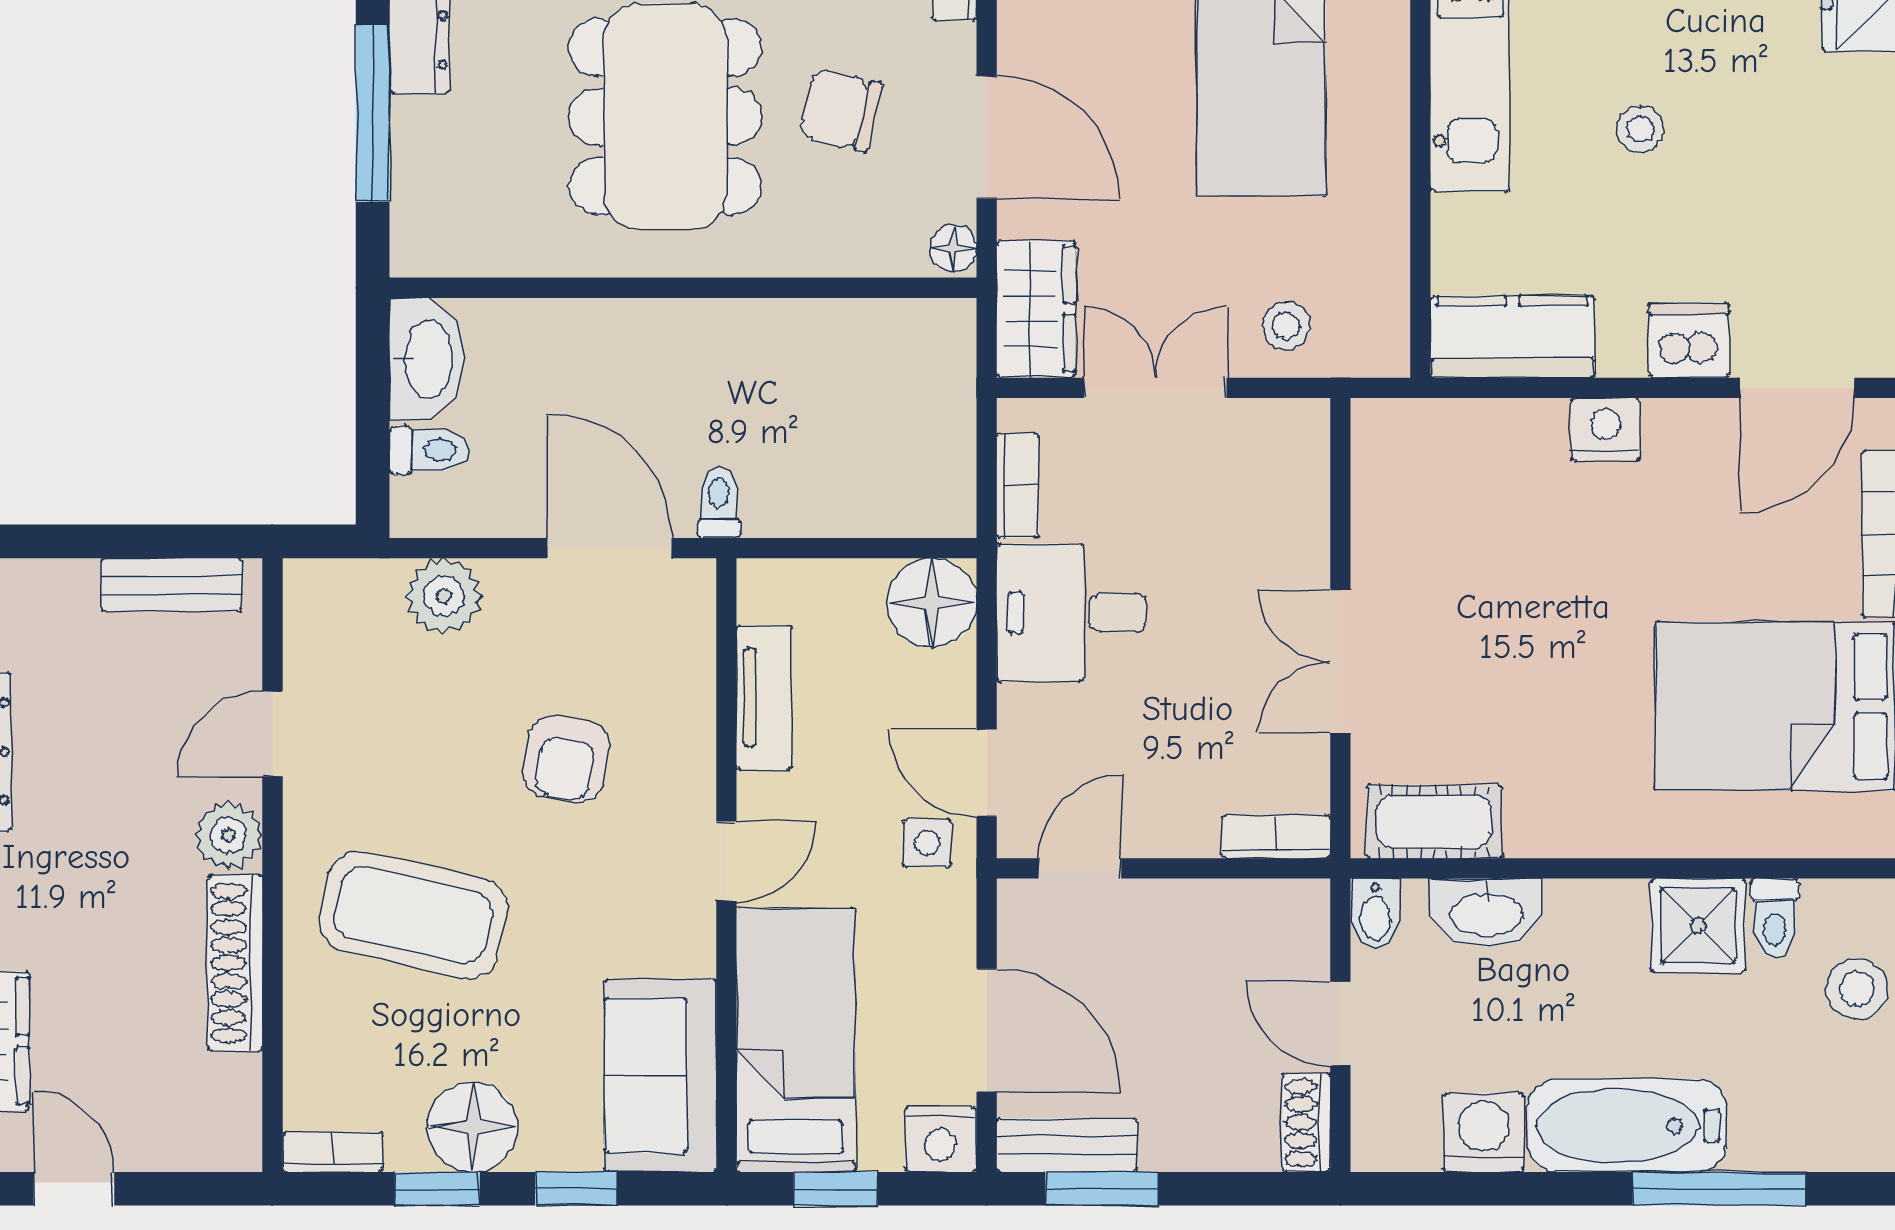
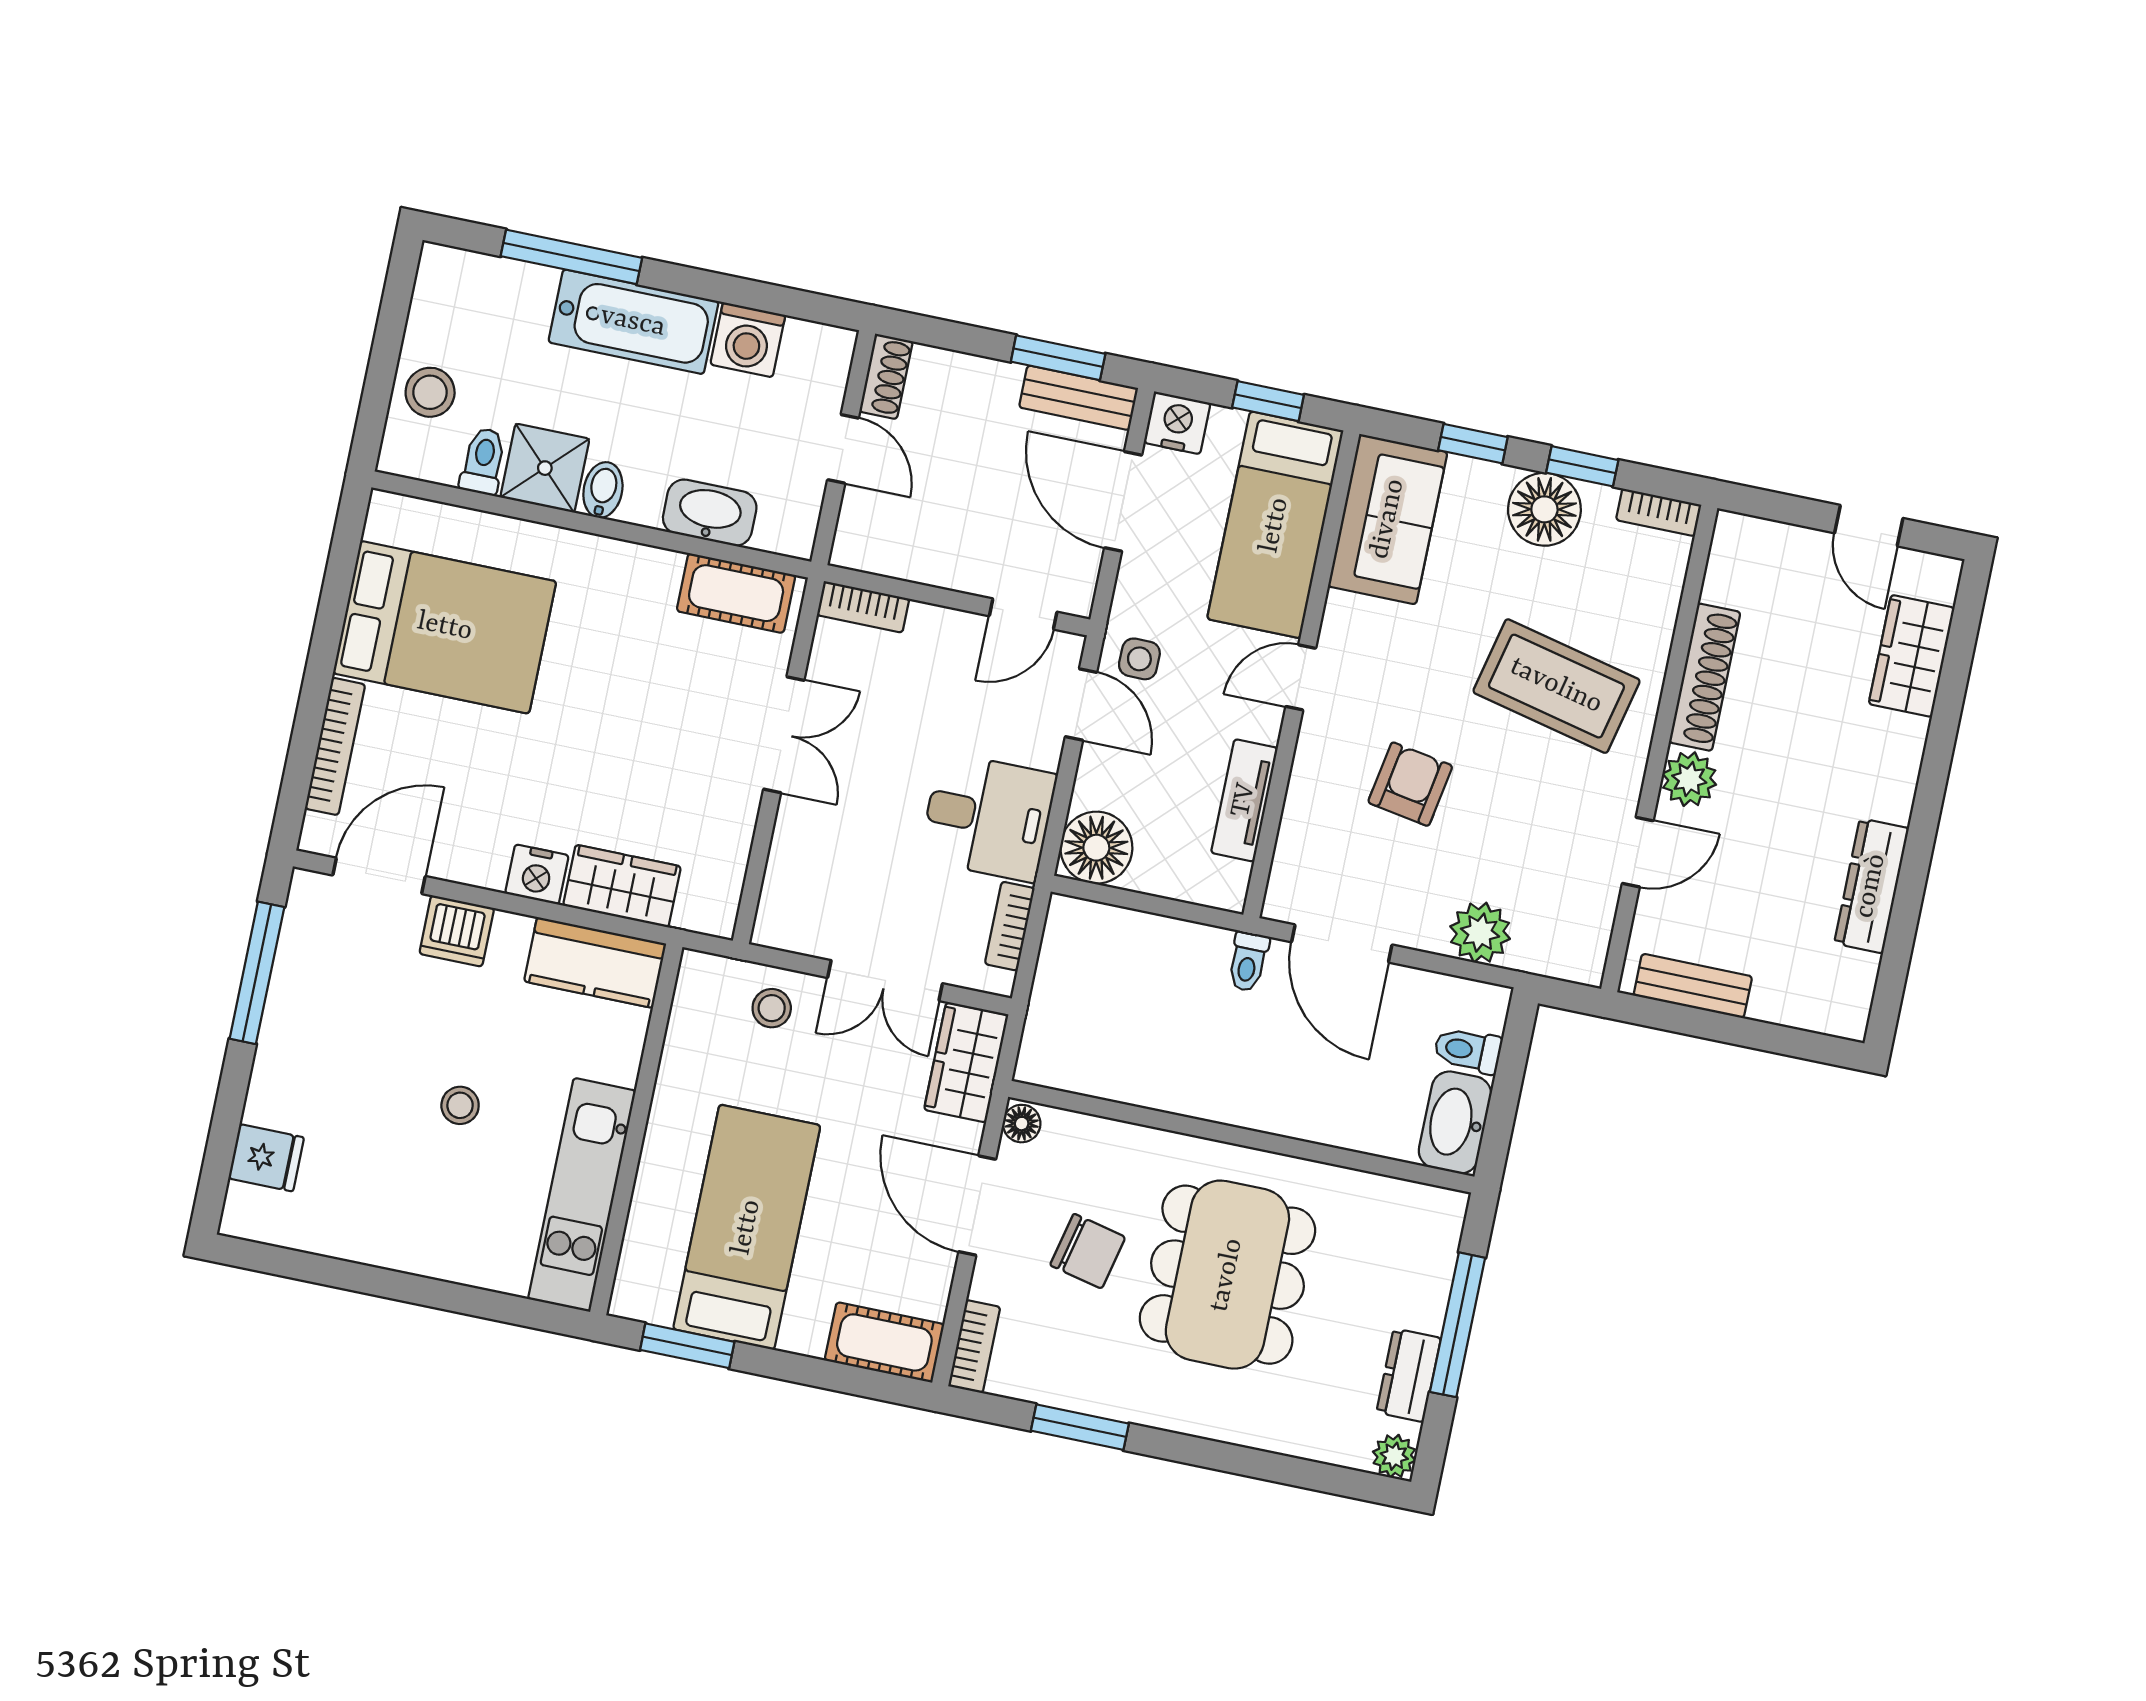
wardrobe: (1499, 437) -> (622, 886), added
bidet: (1375, 913) -> (603, 490), moved

